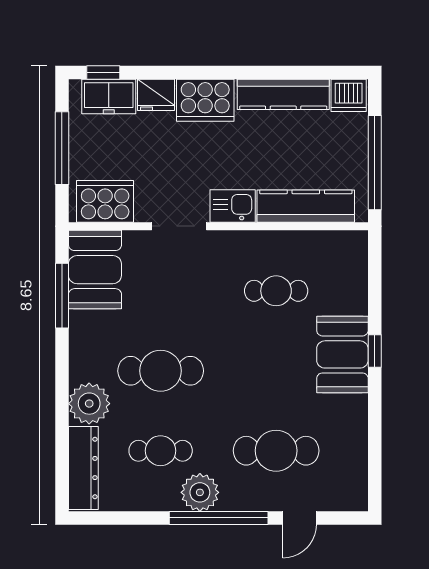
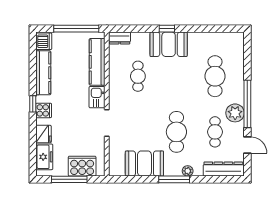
window: (103, 72) -> (33, 104), moved
cooker: (205, 100) -> (44, 110), width x0.53, depth x0.76
cooker: (105, 201) -> (82, 166), moved, turned 90
dresser: (355, 253) -> (120, 38), added
booth: (95, 270) -> (144, 164), moved
window: (62, 296) -> (174, 179), moved
plant: (89, 404) -> (188, 171), width x0.53, depth x0.53
door: (300, 518) -> (247, 145), moved

